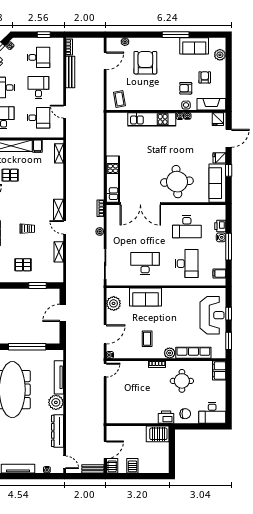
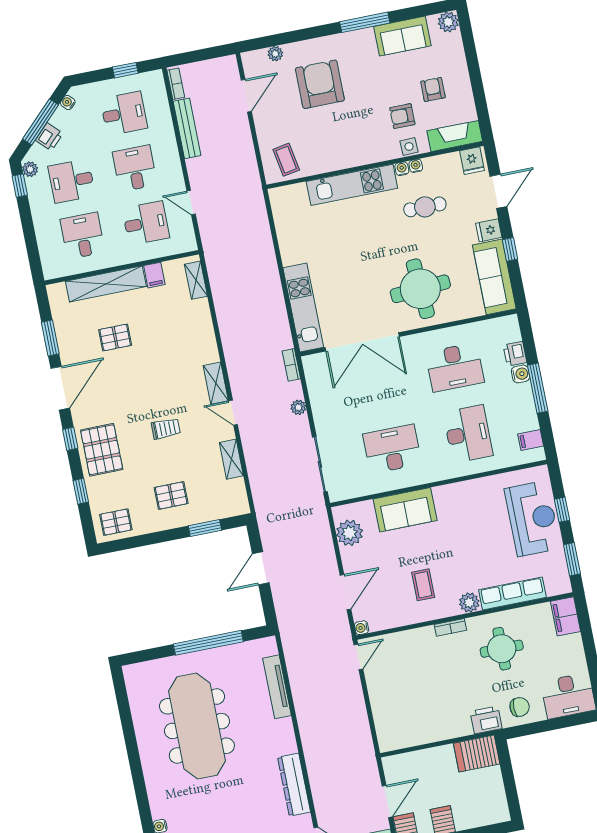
plant: (220, 55) -> (448, 22), moved
cafe table: (188, 139) -> (425, 207), added
plant: (56, 402) -> (281, 733), removed

